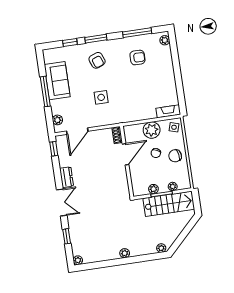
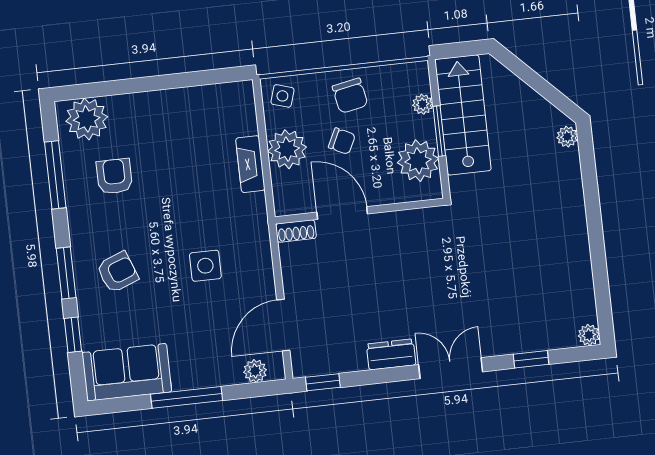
plant: (165, 40) -> (87, 119), width x1.87, depth x1.87
sofa: (57, 81) -> (127, 372), moved
fireplace: (168, 111) -> (250, 164), moved
door: (77, 131) -> (283, 325), swing flipped
plant: (153, 189) -> (418, 161), width x1.88, depth x1.88
plant: (125, 253) -> (576, 224), removed

